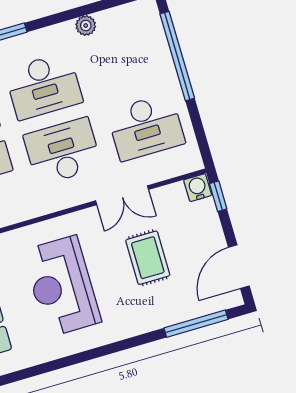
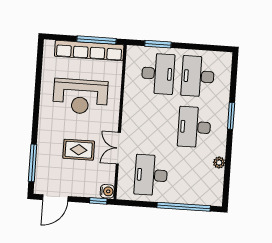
desk: (63, 151) -> (154, 124), removed
door: (239, 267) -> (55, 198), swing flipped
reception desk: (62, 286) -> (80, 97), turned 180

